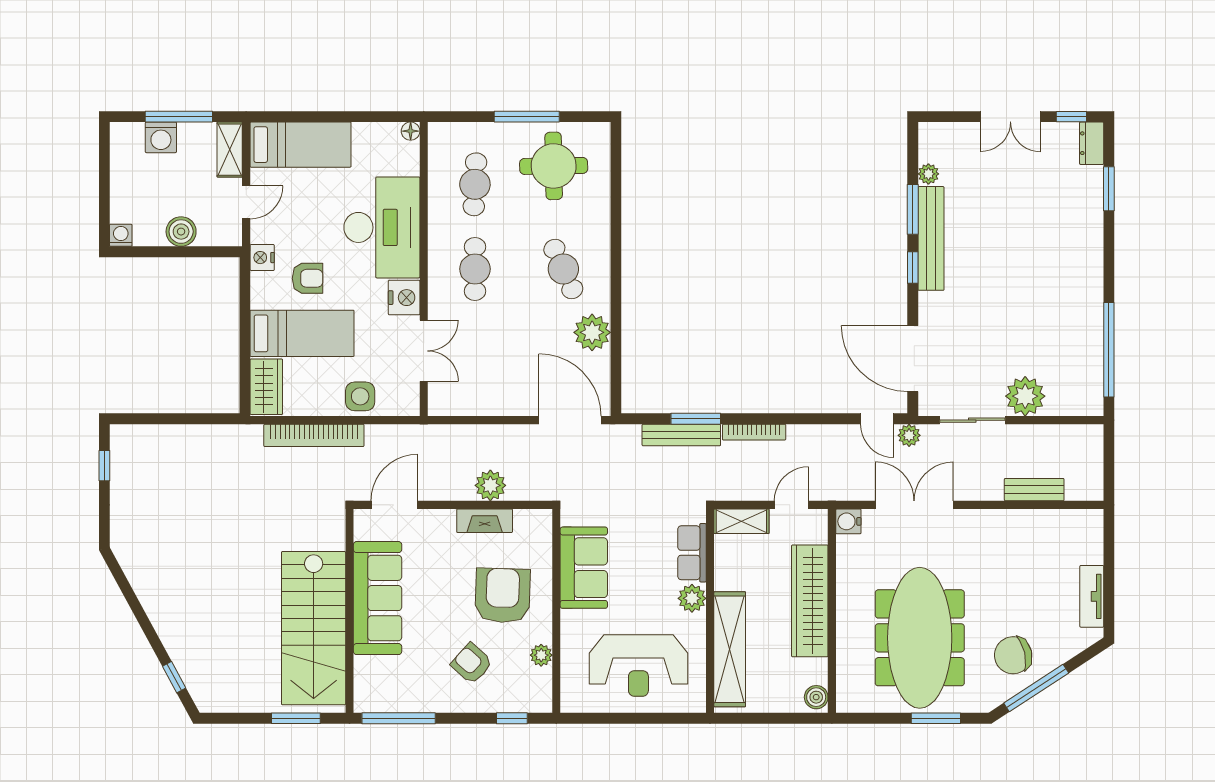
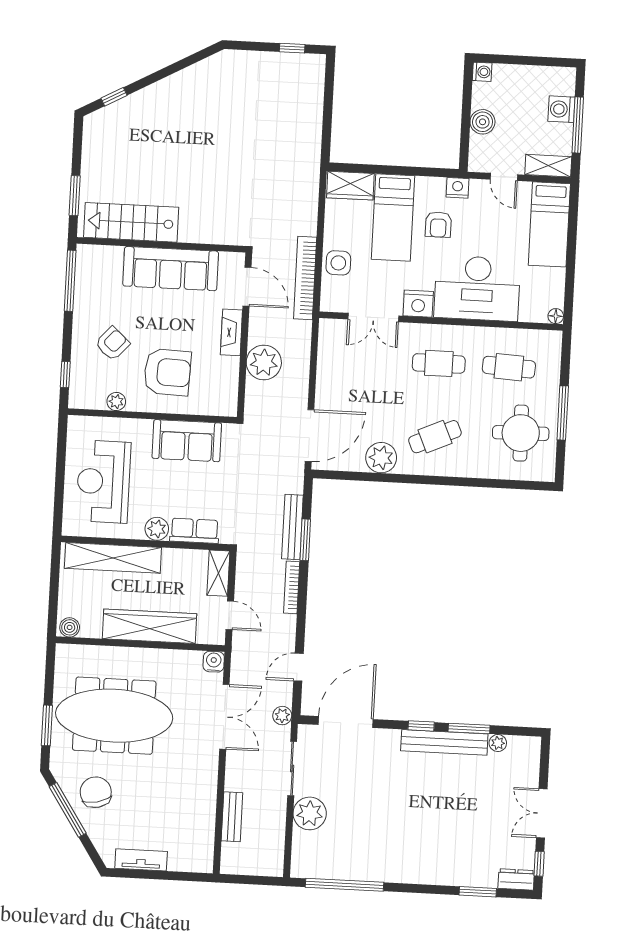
door: (877, 419) -> (299, 667), moved
bookcase: (314, 435) -> (305, 278), moved
plant: (490, 485) -> (264, 362), width x1.36, depth x1.36
fireplace: (485, 521) -> (231, 332), moved
stairs: (314, 628) -> (131, 222), width x0.73, depth x0.66

